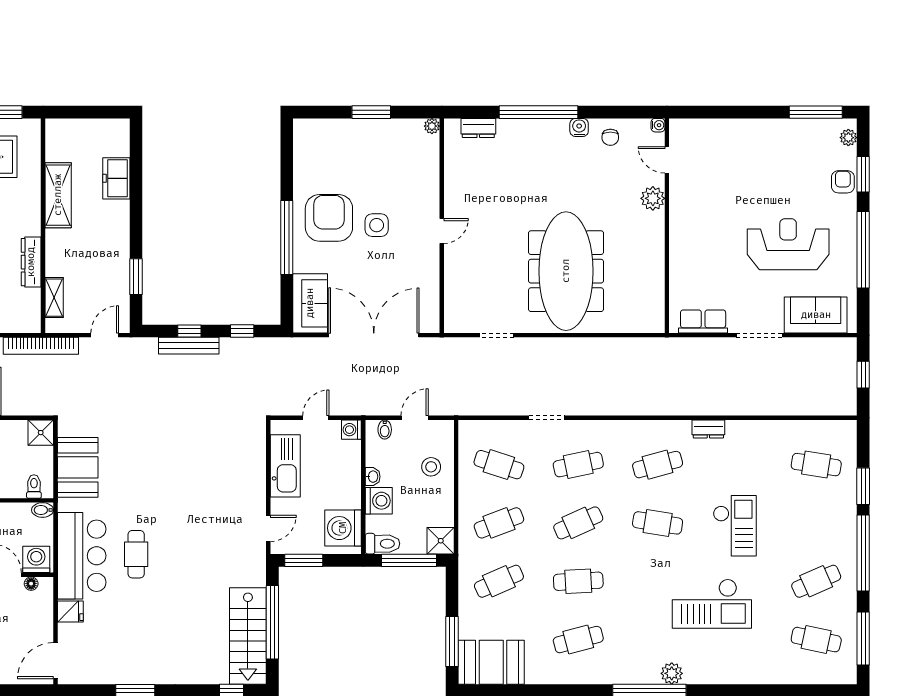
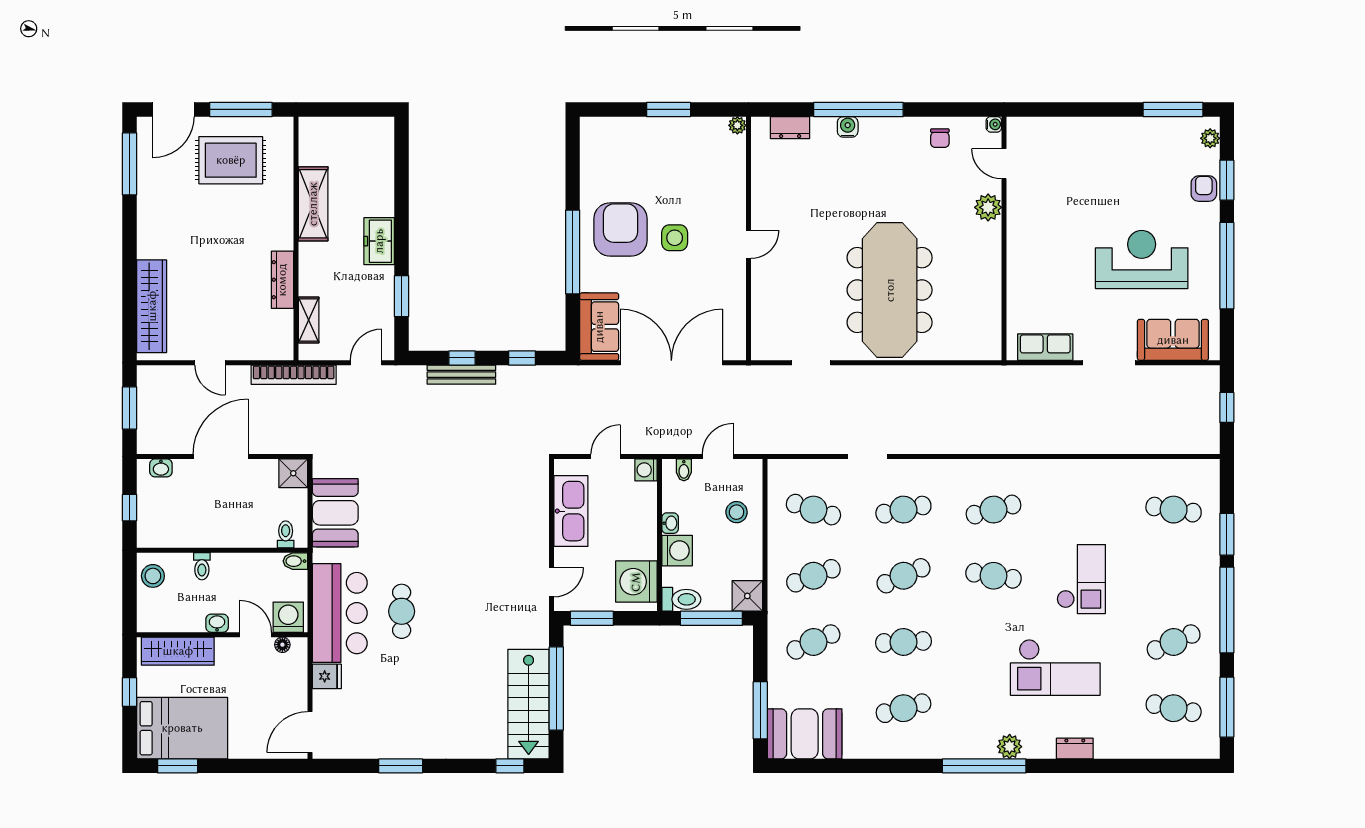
water cooler: (579, 127) -> (848, 127), moved
freezer: (116, 178) -> (379, 241), moved
dresser: (708, 429) -> (1075, 749), moved, turned 180

